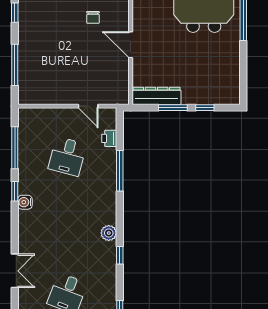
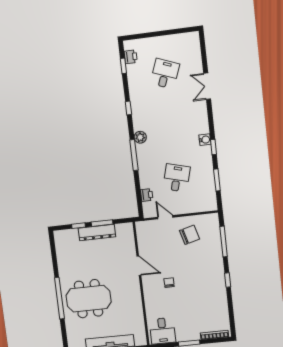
chair: (59, 79) -> (189, 235), added
dresser: (157, 96) -> (97, 232), moved
window: (15, 148) -> (217, 180), width x0.69
window: (120, 171) -> (134, 155), moved
plant: (109, 233) -> (140, 137), moved

